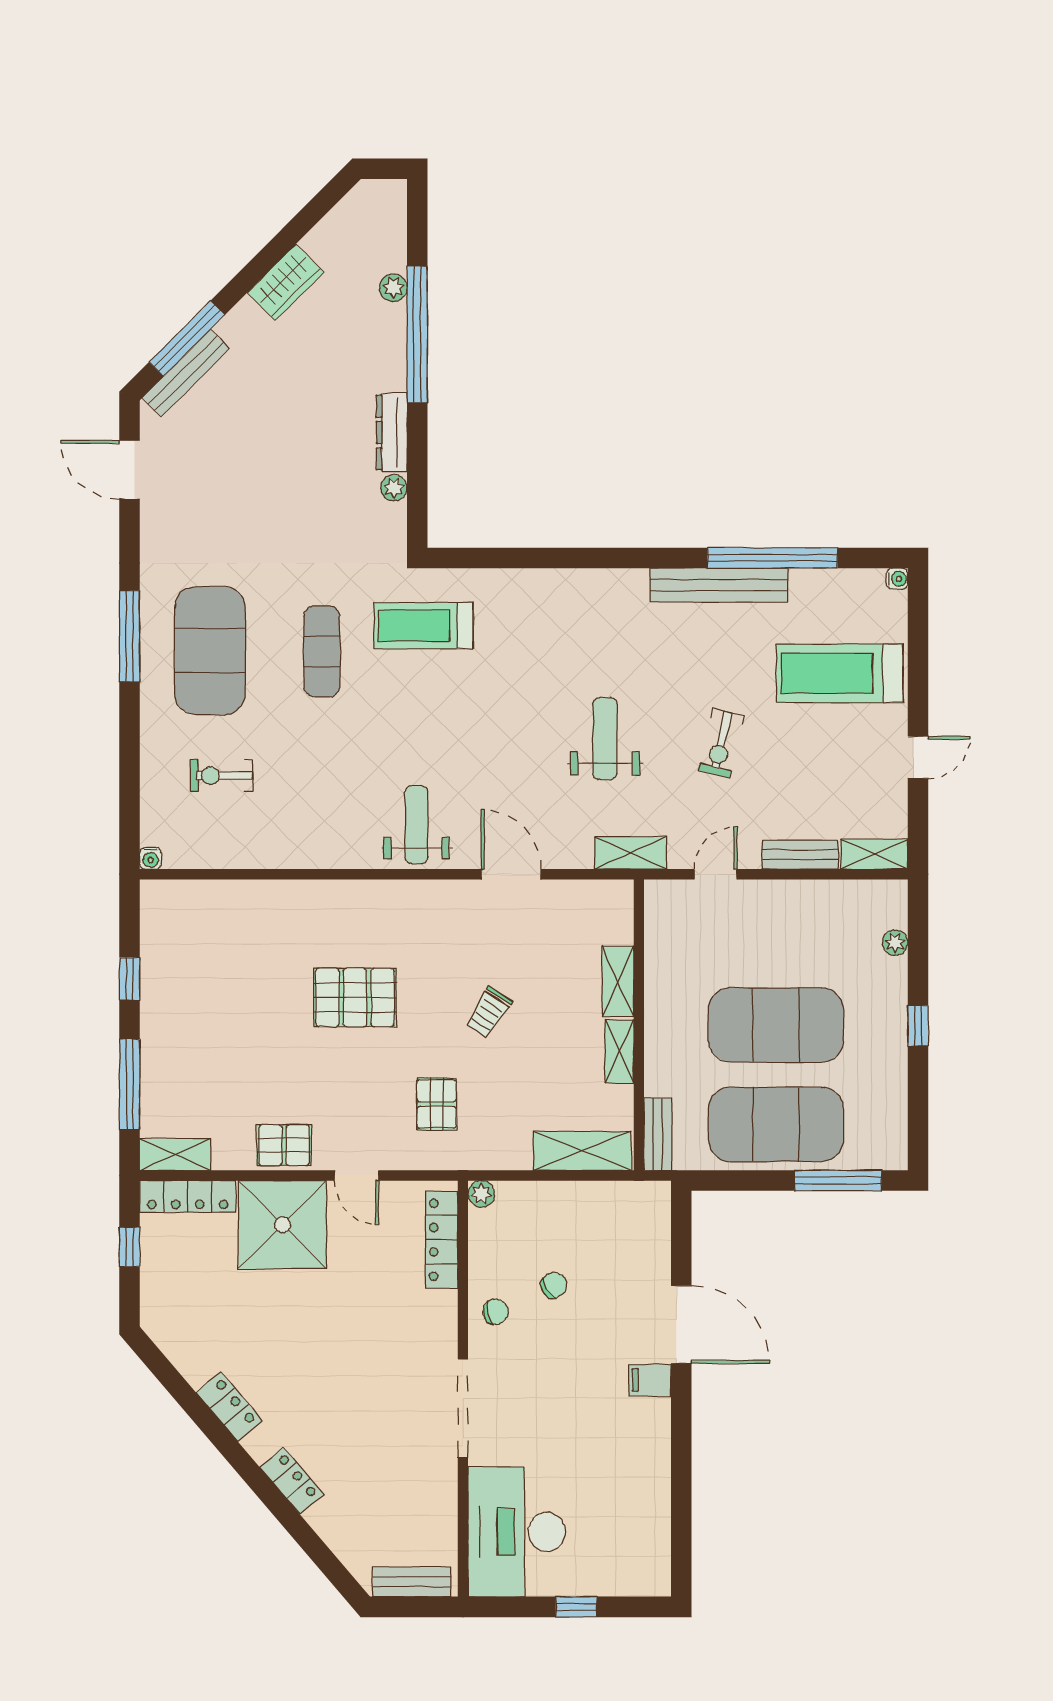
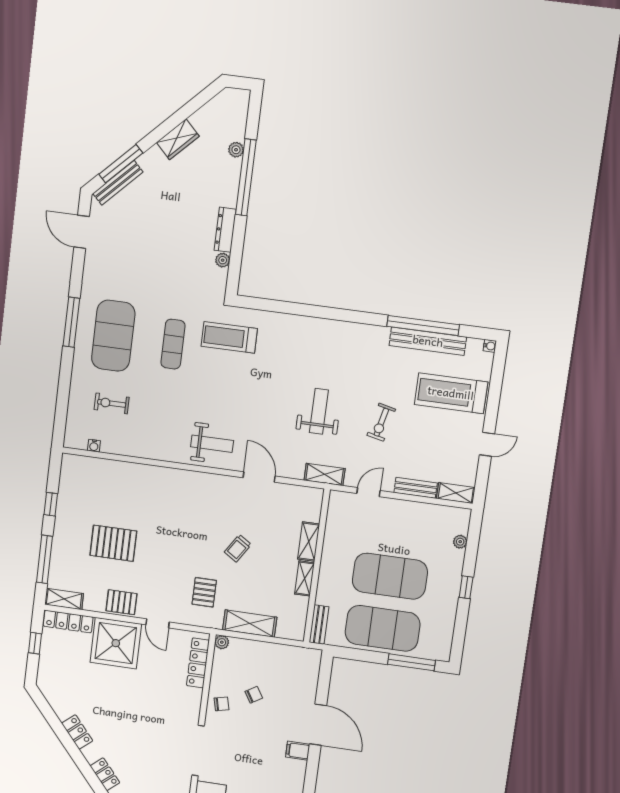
bench: (719, 585) -> (428, 341), moved
weight bench: (416, 825) -> (212, 444), turned 90
water cooler: (151, 858) -> (94, 446), moved
pallet: (355, 997) -> (113, 543), moved
shelving: (582, 1151) -> (250, 623), moved

